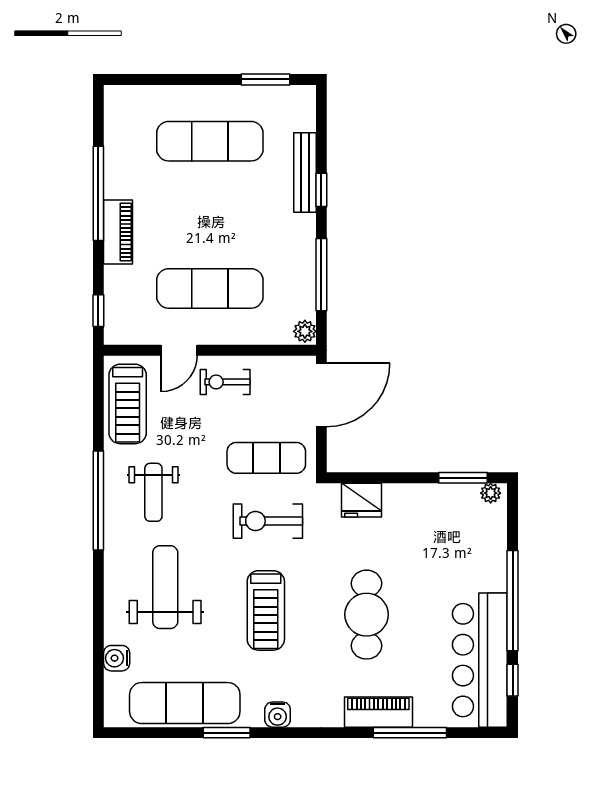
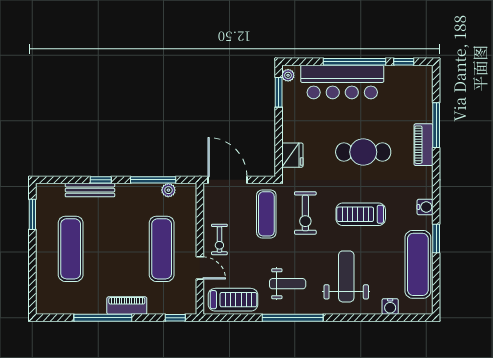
plant: (305, 331) -> (168, 190), moved
weight bench: (165, 587) -> (346, 276), turned 90
treadmill: (266, 610) -> (361, 214), turned 180
bar counter: (480, 660) -> (342, 82), moved

